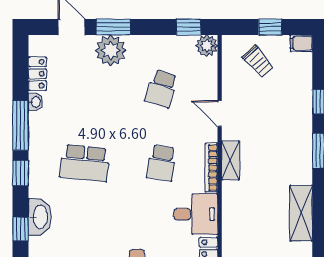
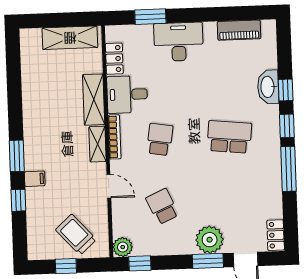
filing cabinet: (301, 43) -> (35, 179), moved
trolley: (258, 61) -> (76, 235), width x1.36, depth x1.39
locker: (37, 74) -> (276, 235), moved
school desk: (161, 89) -> (162, 207), turned -42
washbasin: (35, 102) -> (276, 191), removed
shelving: (301, 213) -> (94, 100), moved
window: (21, 229) -> (286, 90), moved

